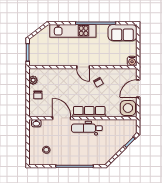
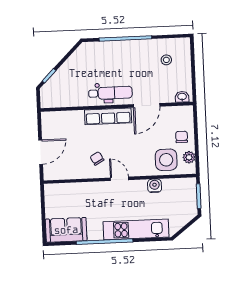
water cooler: (132, 61) -> (155, 186), moved
side table: (128, 108) -> (166, 160), moved
door: (62, 118) -> (147, 105), hinge flipped

